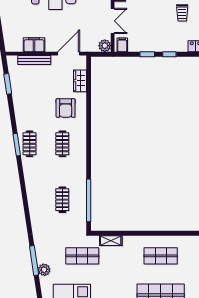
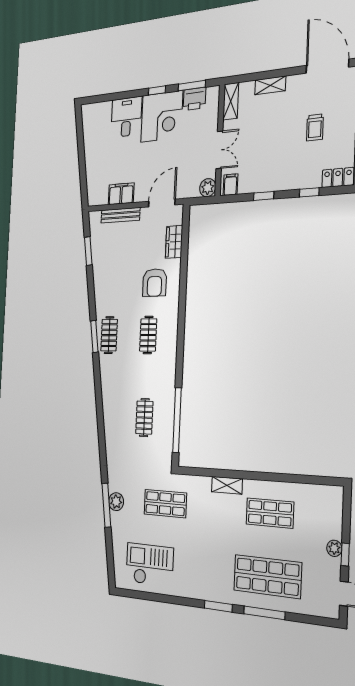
window: (169, 54) -> (309, 192), moved
shelving: (111, 241) -> (227, 485), moved
plant: (44, 270) -> (116, 502), moved

